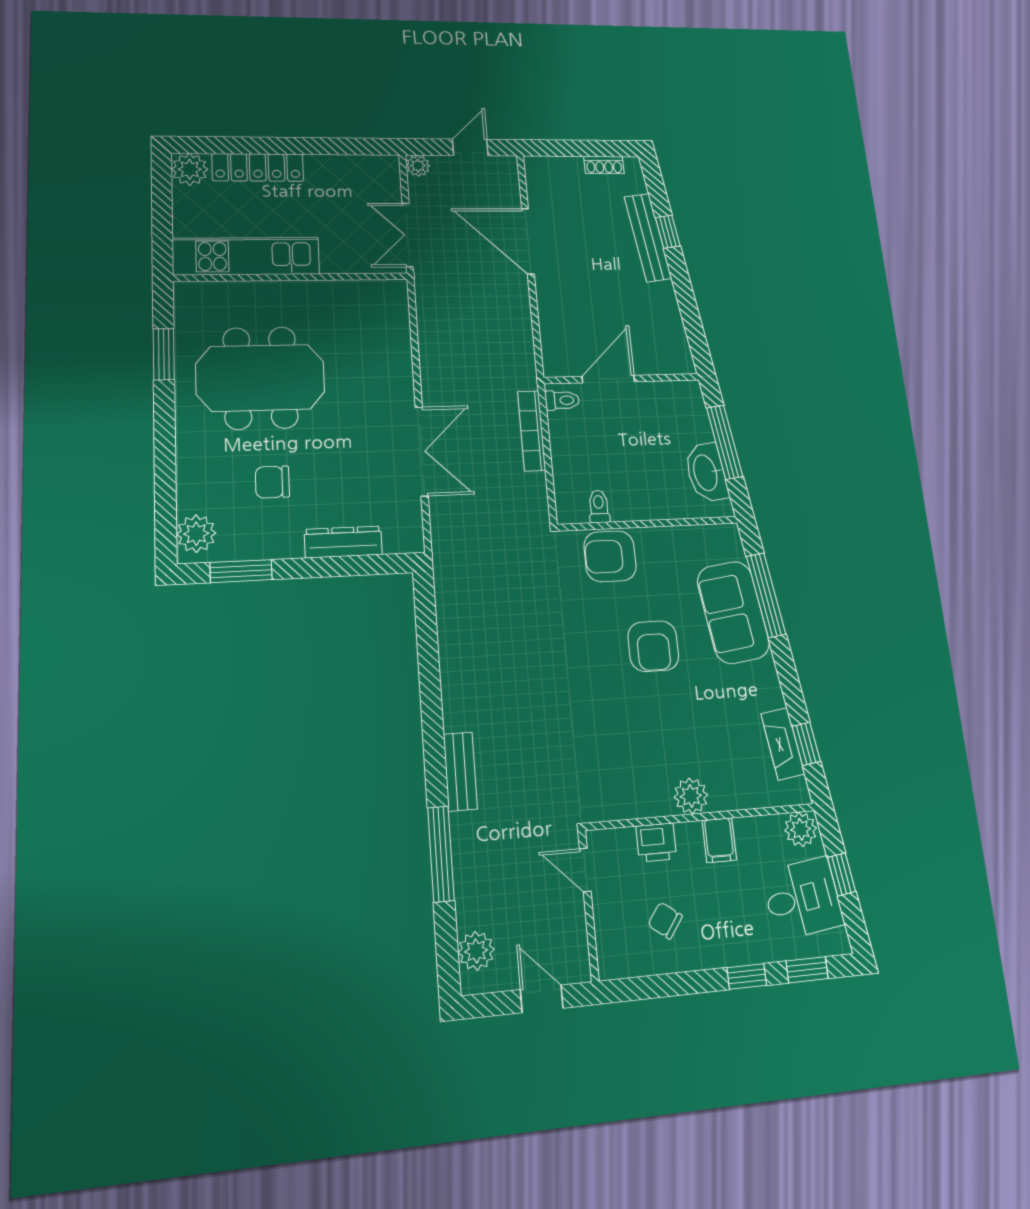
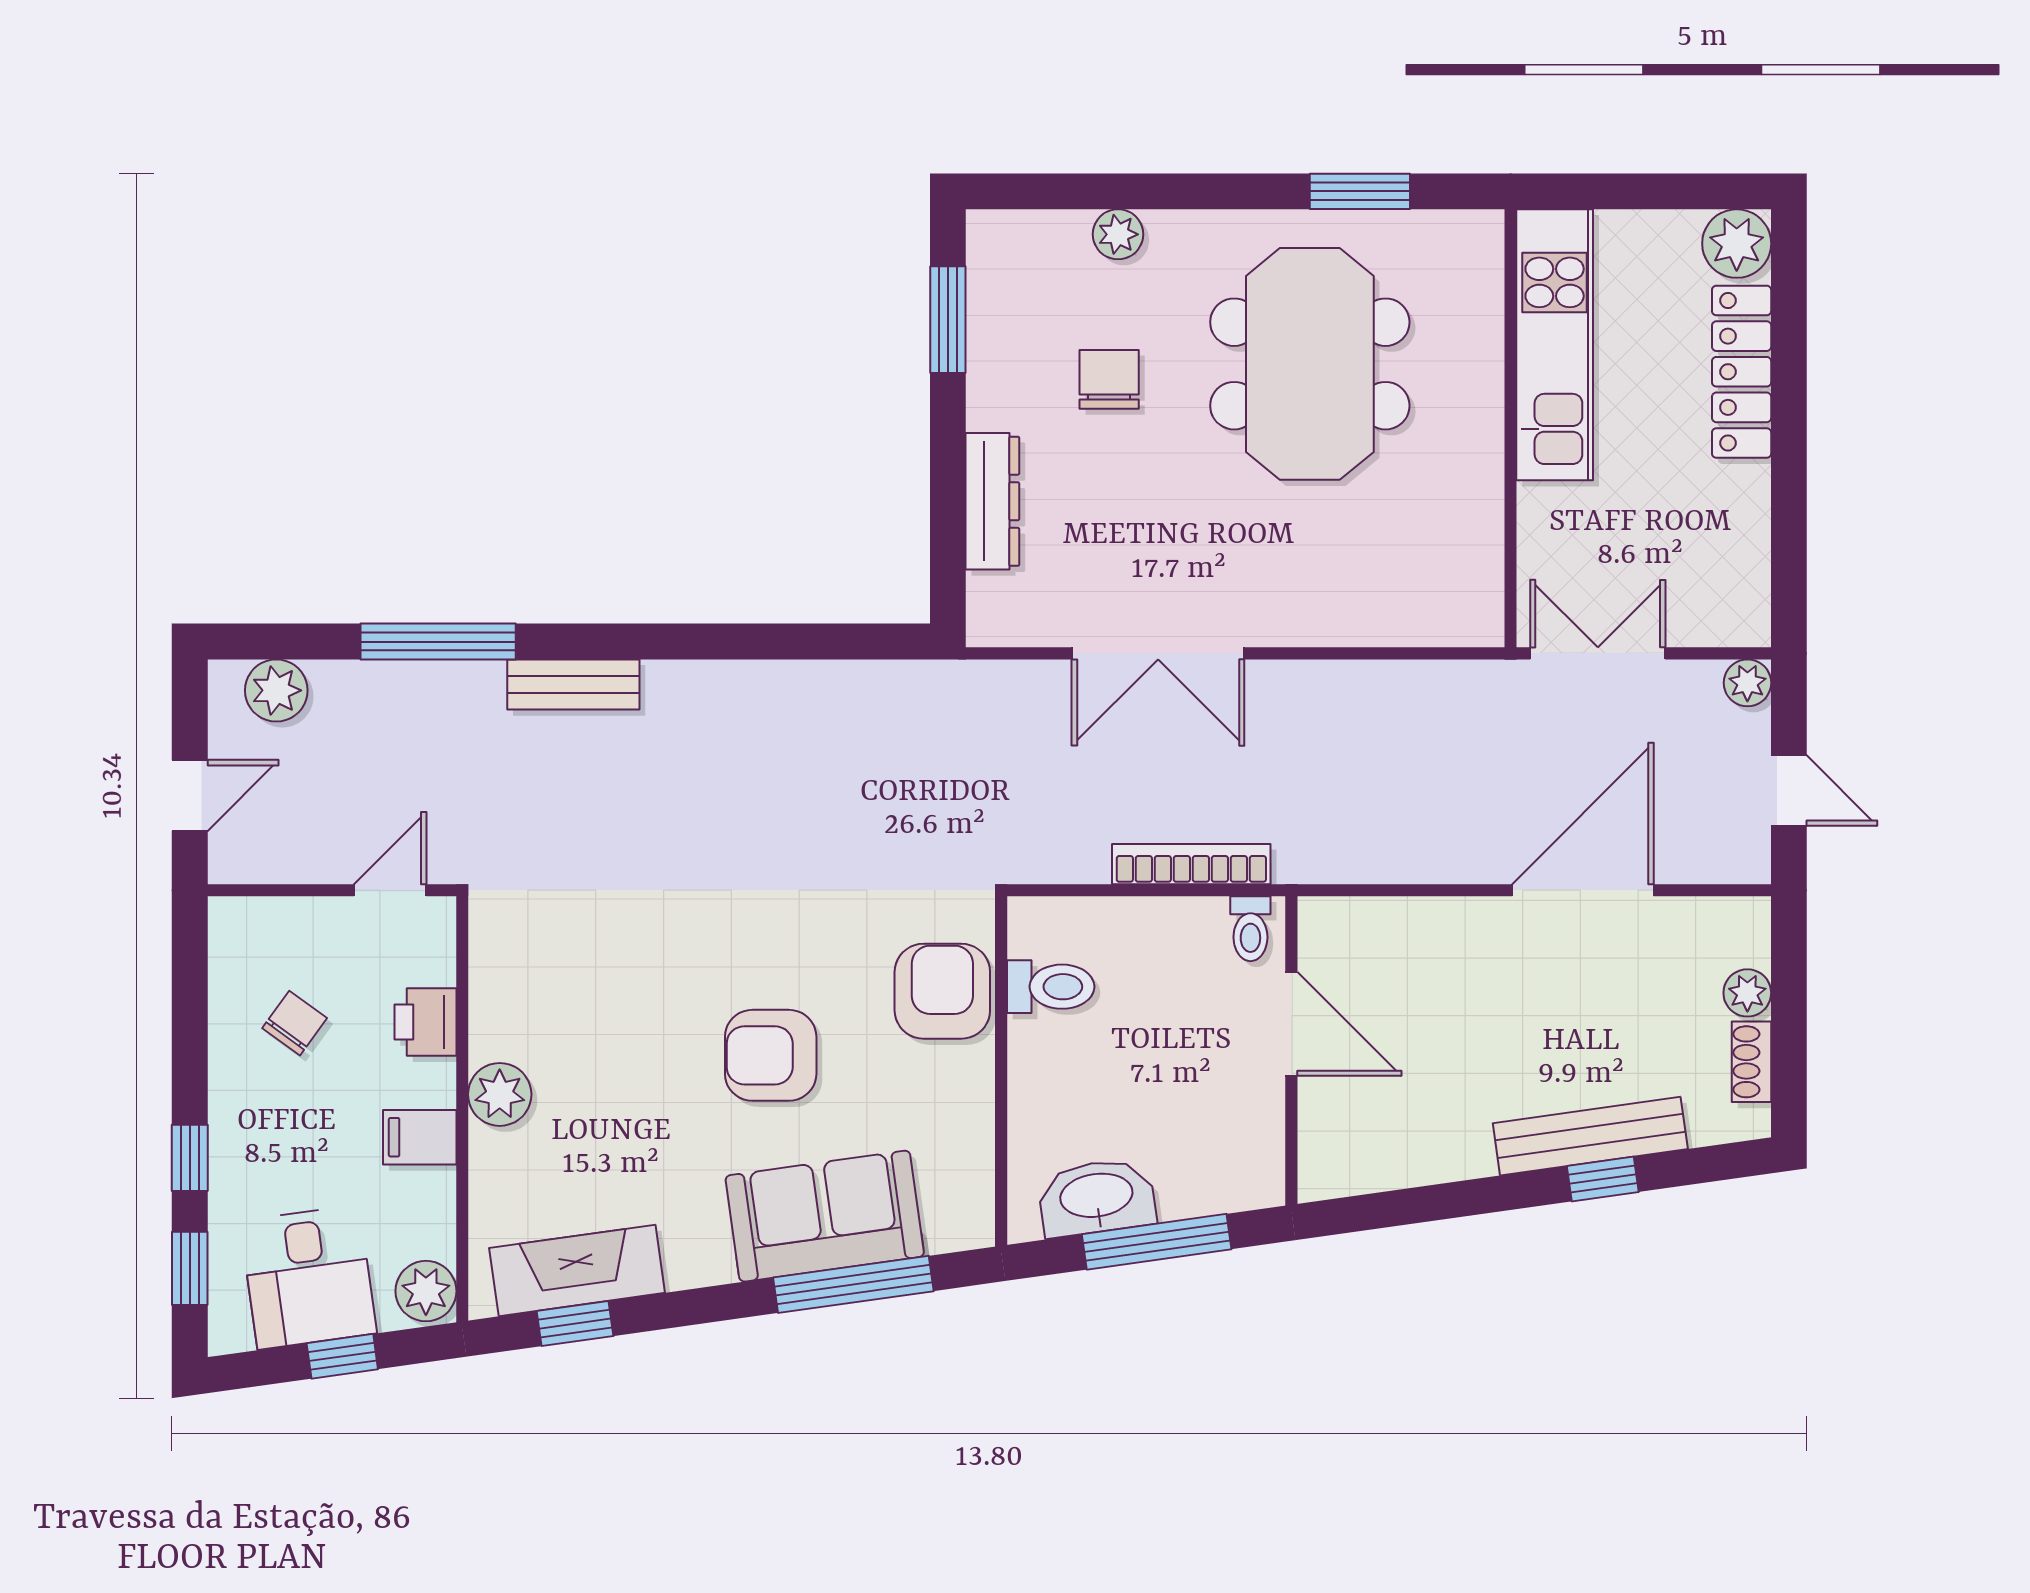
plant: (571, 167) -> (1747, 993), added
toilet: (599, 506) -> (1051, 987), width x1.37, depth x1.39
plant: (196, 534) -> (1118, 234), moved, width x0.73, depth x0.73
fireplace: (783, 744) -> (577, 1270), width x1.37, depth x1.32

